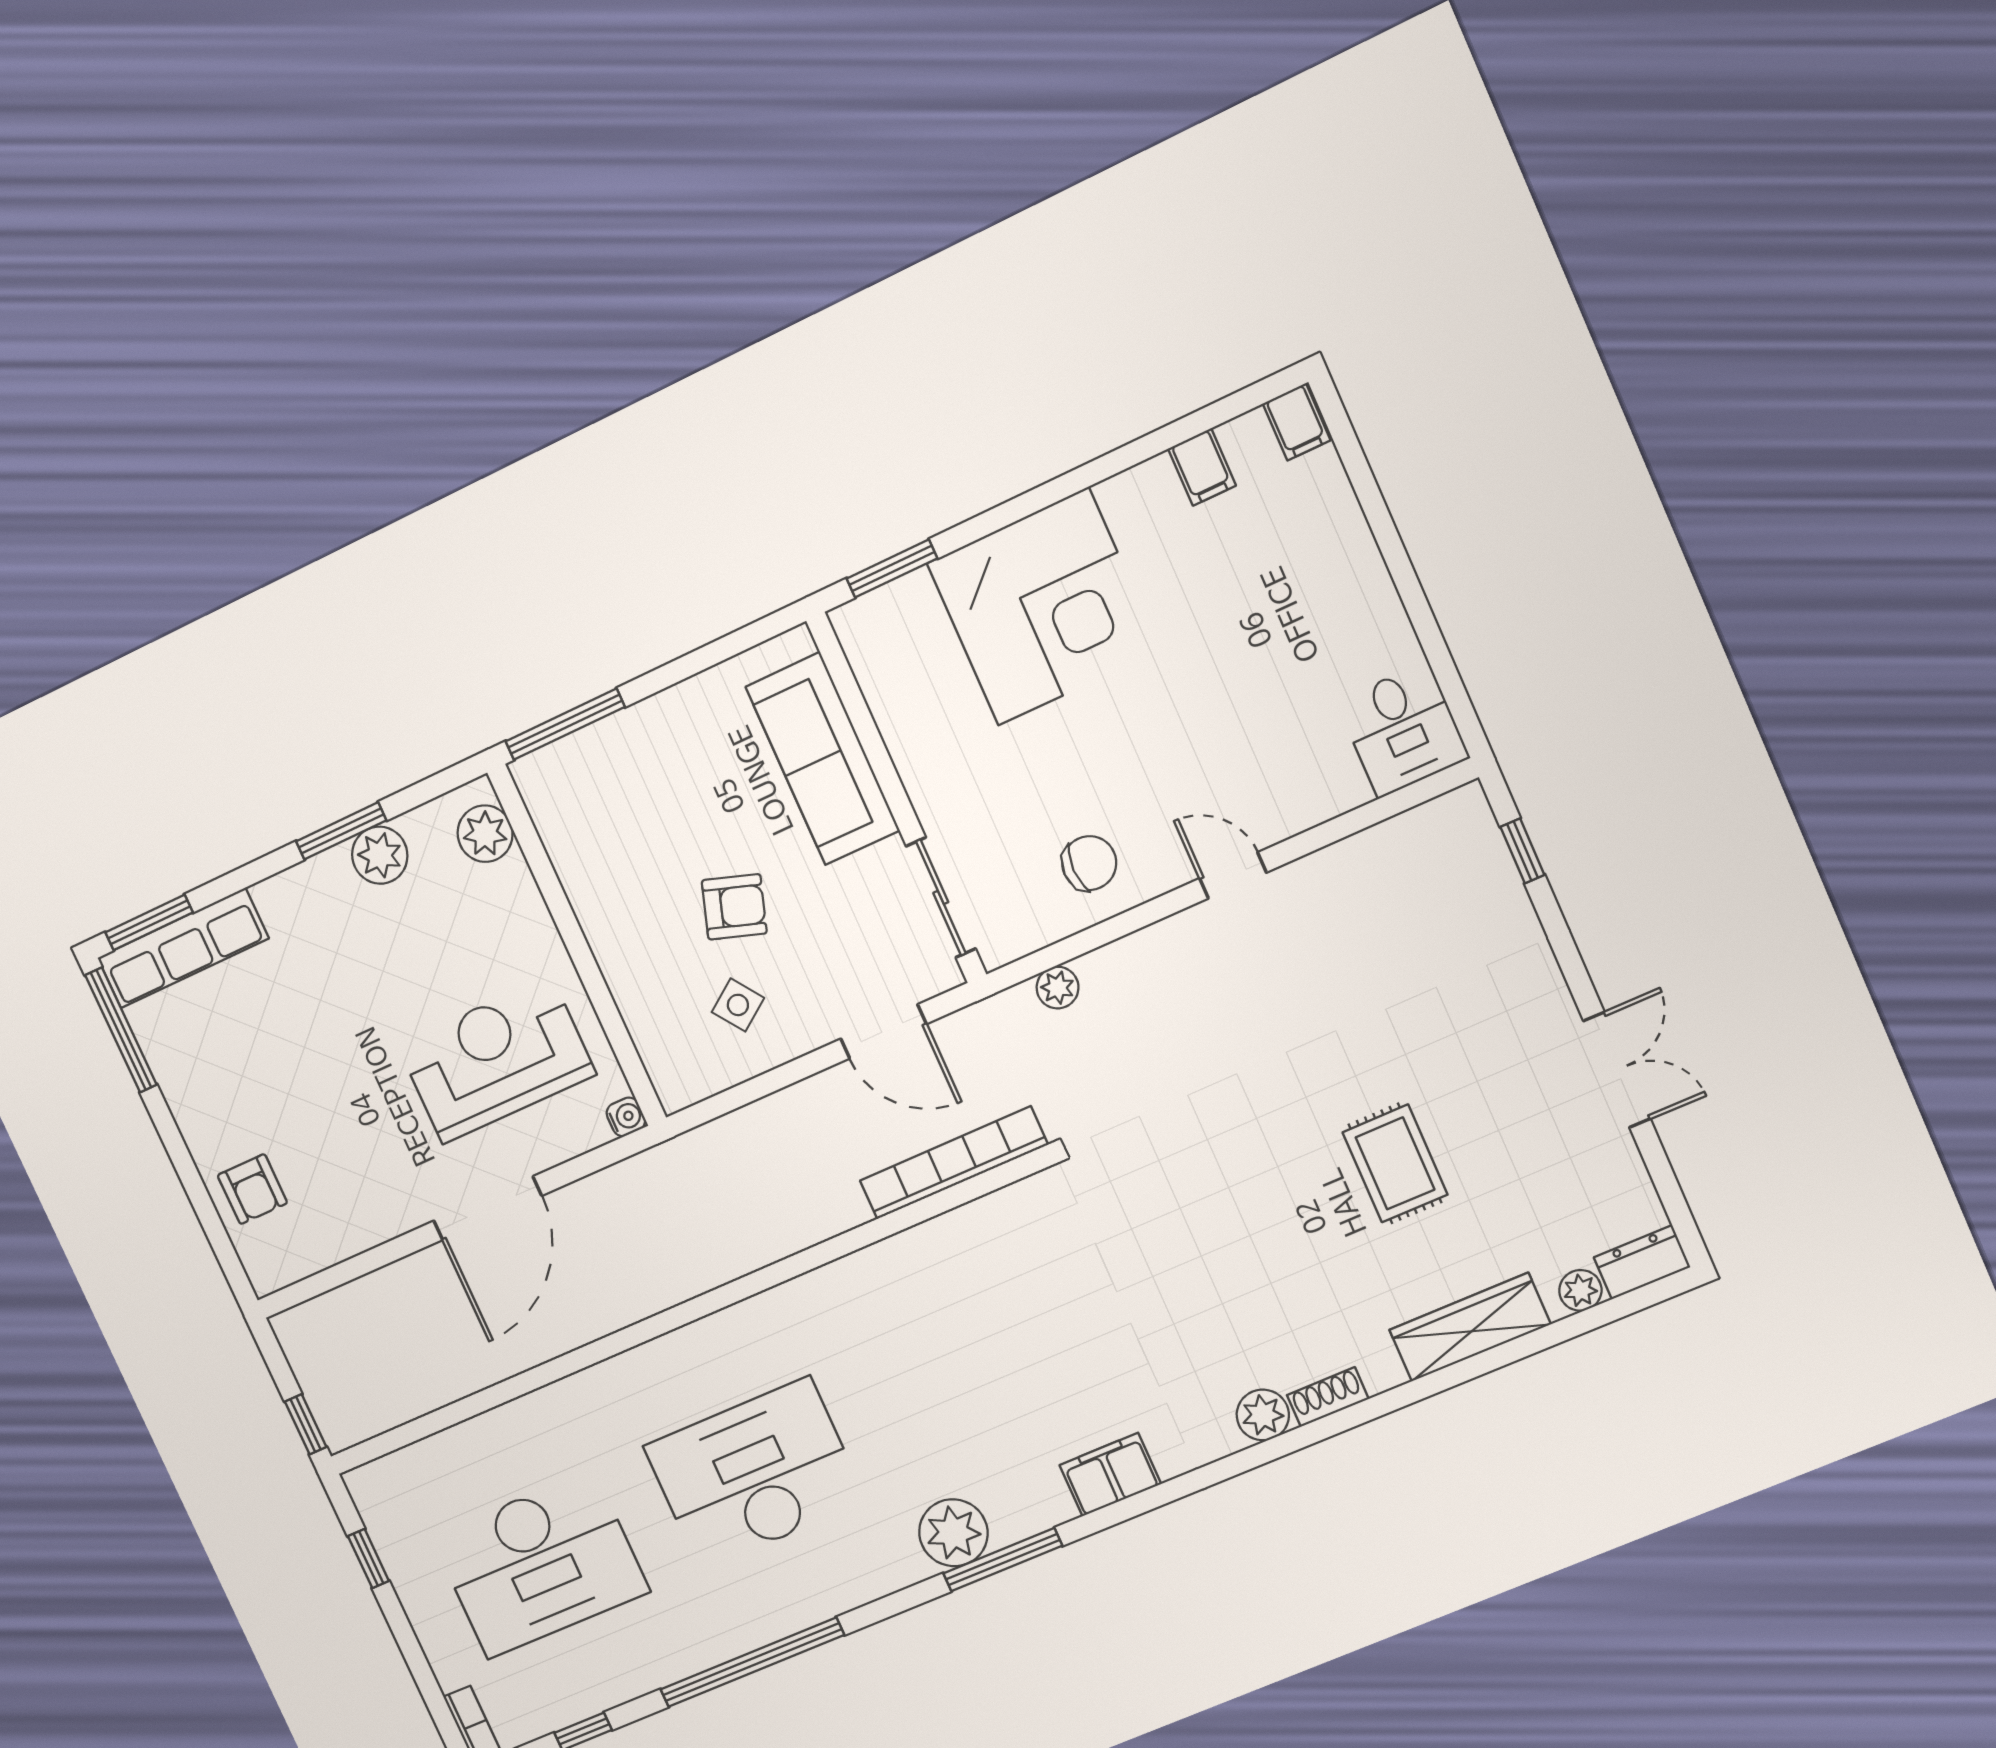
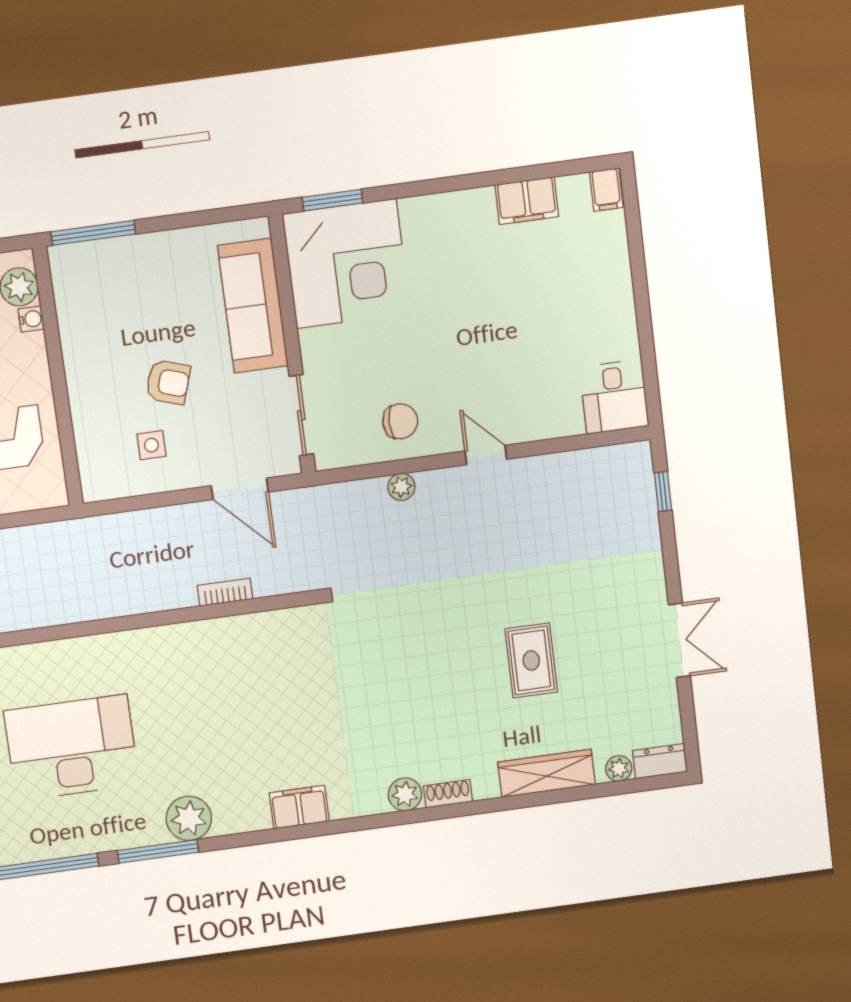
filing cabinet: (1202, 467) -> (527, 201), width x2.00
corner desk: (1043, 607) -> (346, 264), moved
plant: (1058, 988) -> (401, 487), moved
side table: (738, 1005) -> (151, 445), turned 36
water cooler: (626, 1117) -> (31, 319), moved
bookcase: (954, 1163) -> (225, 592), width x0.43, depth x0.76
window: (1003, 1560) -> (158, 851), moved

